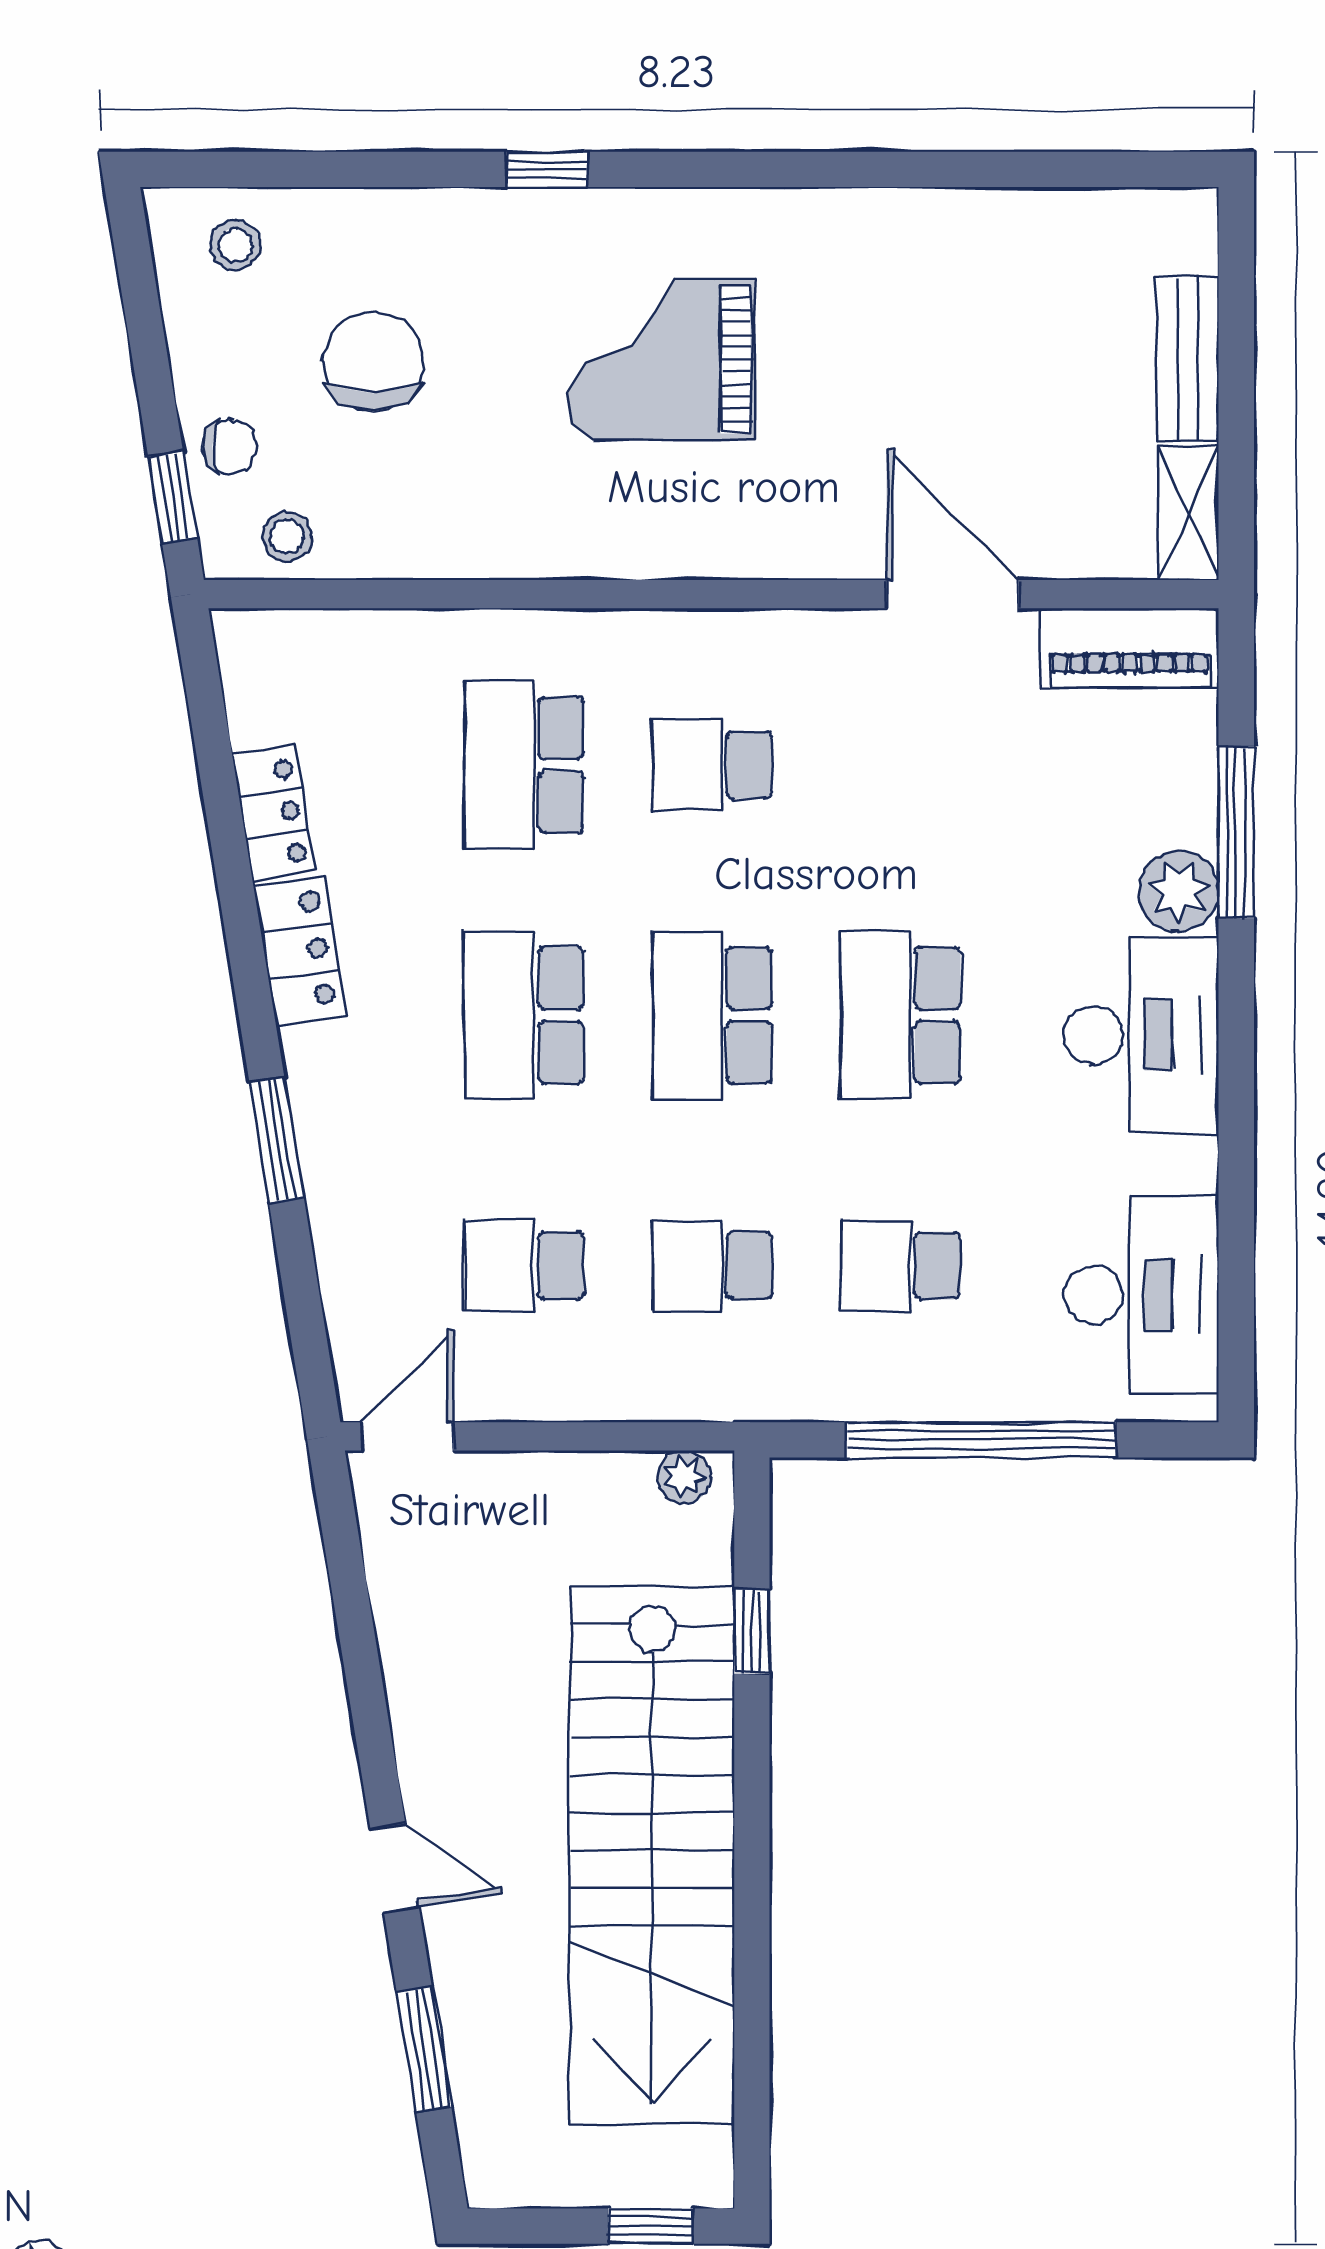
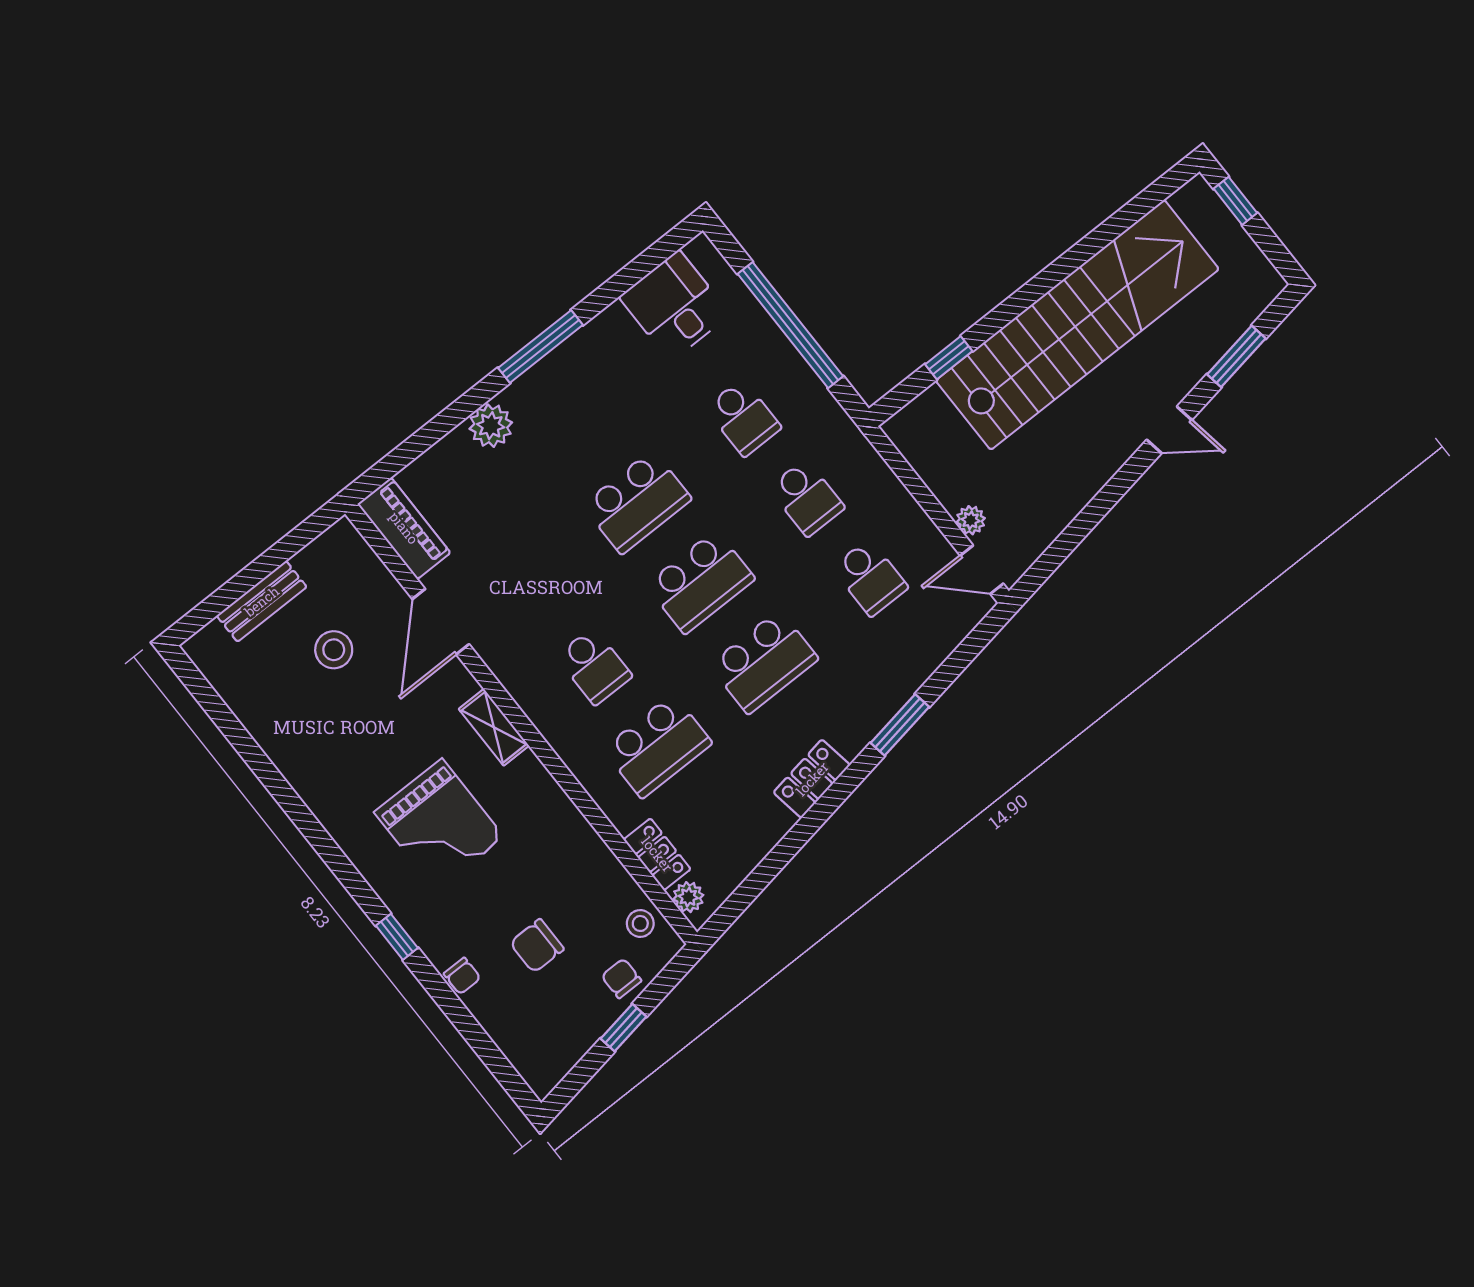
chair: (416, 219) -> (462, 976), added
stool: (235, 245) -> (334, 650), moved, width x1.37, depth x1.37
chair: (373, 361) -> (537, 946), width x0.73, depth x0.73
window: (173, 497) -> (623, 1028), moved
shelving: (1189, 513) -> (494, 727), moved, turned 90
plant: (270, 636) -> (688, 897), added
locker: (274, 813) -> (657, 854), moved, turned 99
window: (1236, 832) -> (541, 346), moved
desk: (1141, 1035) -> (564, 393), removed
desk: (1141, 1295) -> (675, 306), width x0.73
plant: (684, 1477) -> (971, 520), moved
door: (395, 1868) -> (1169, 430), swing flipped

